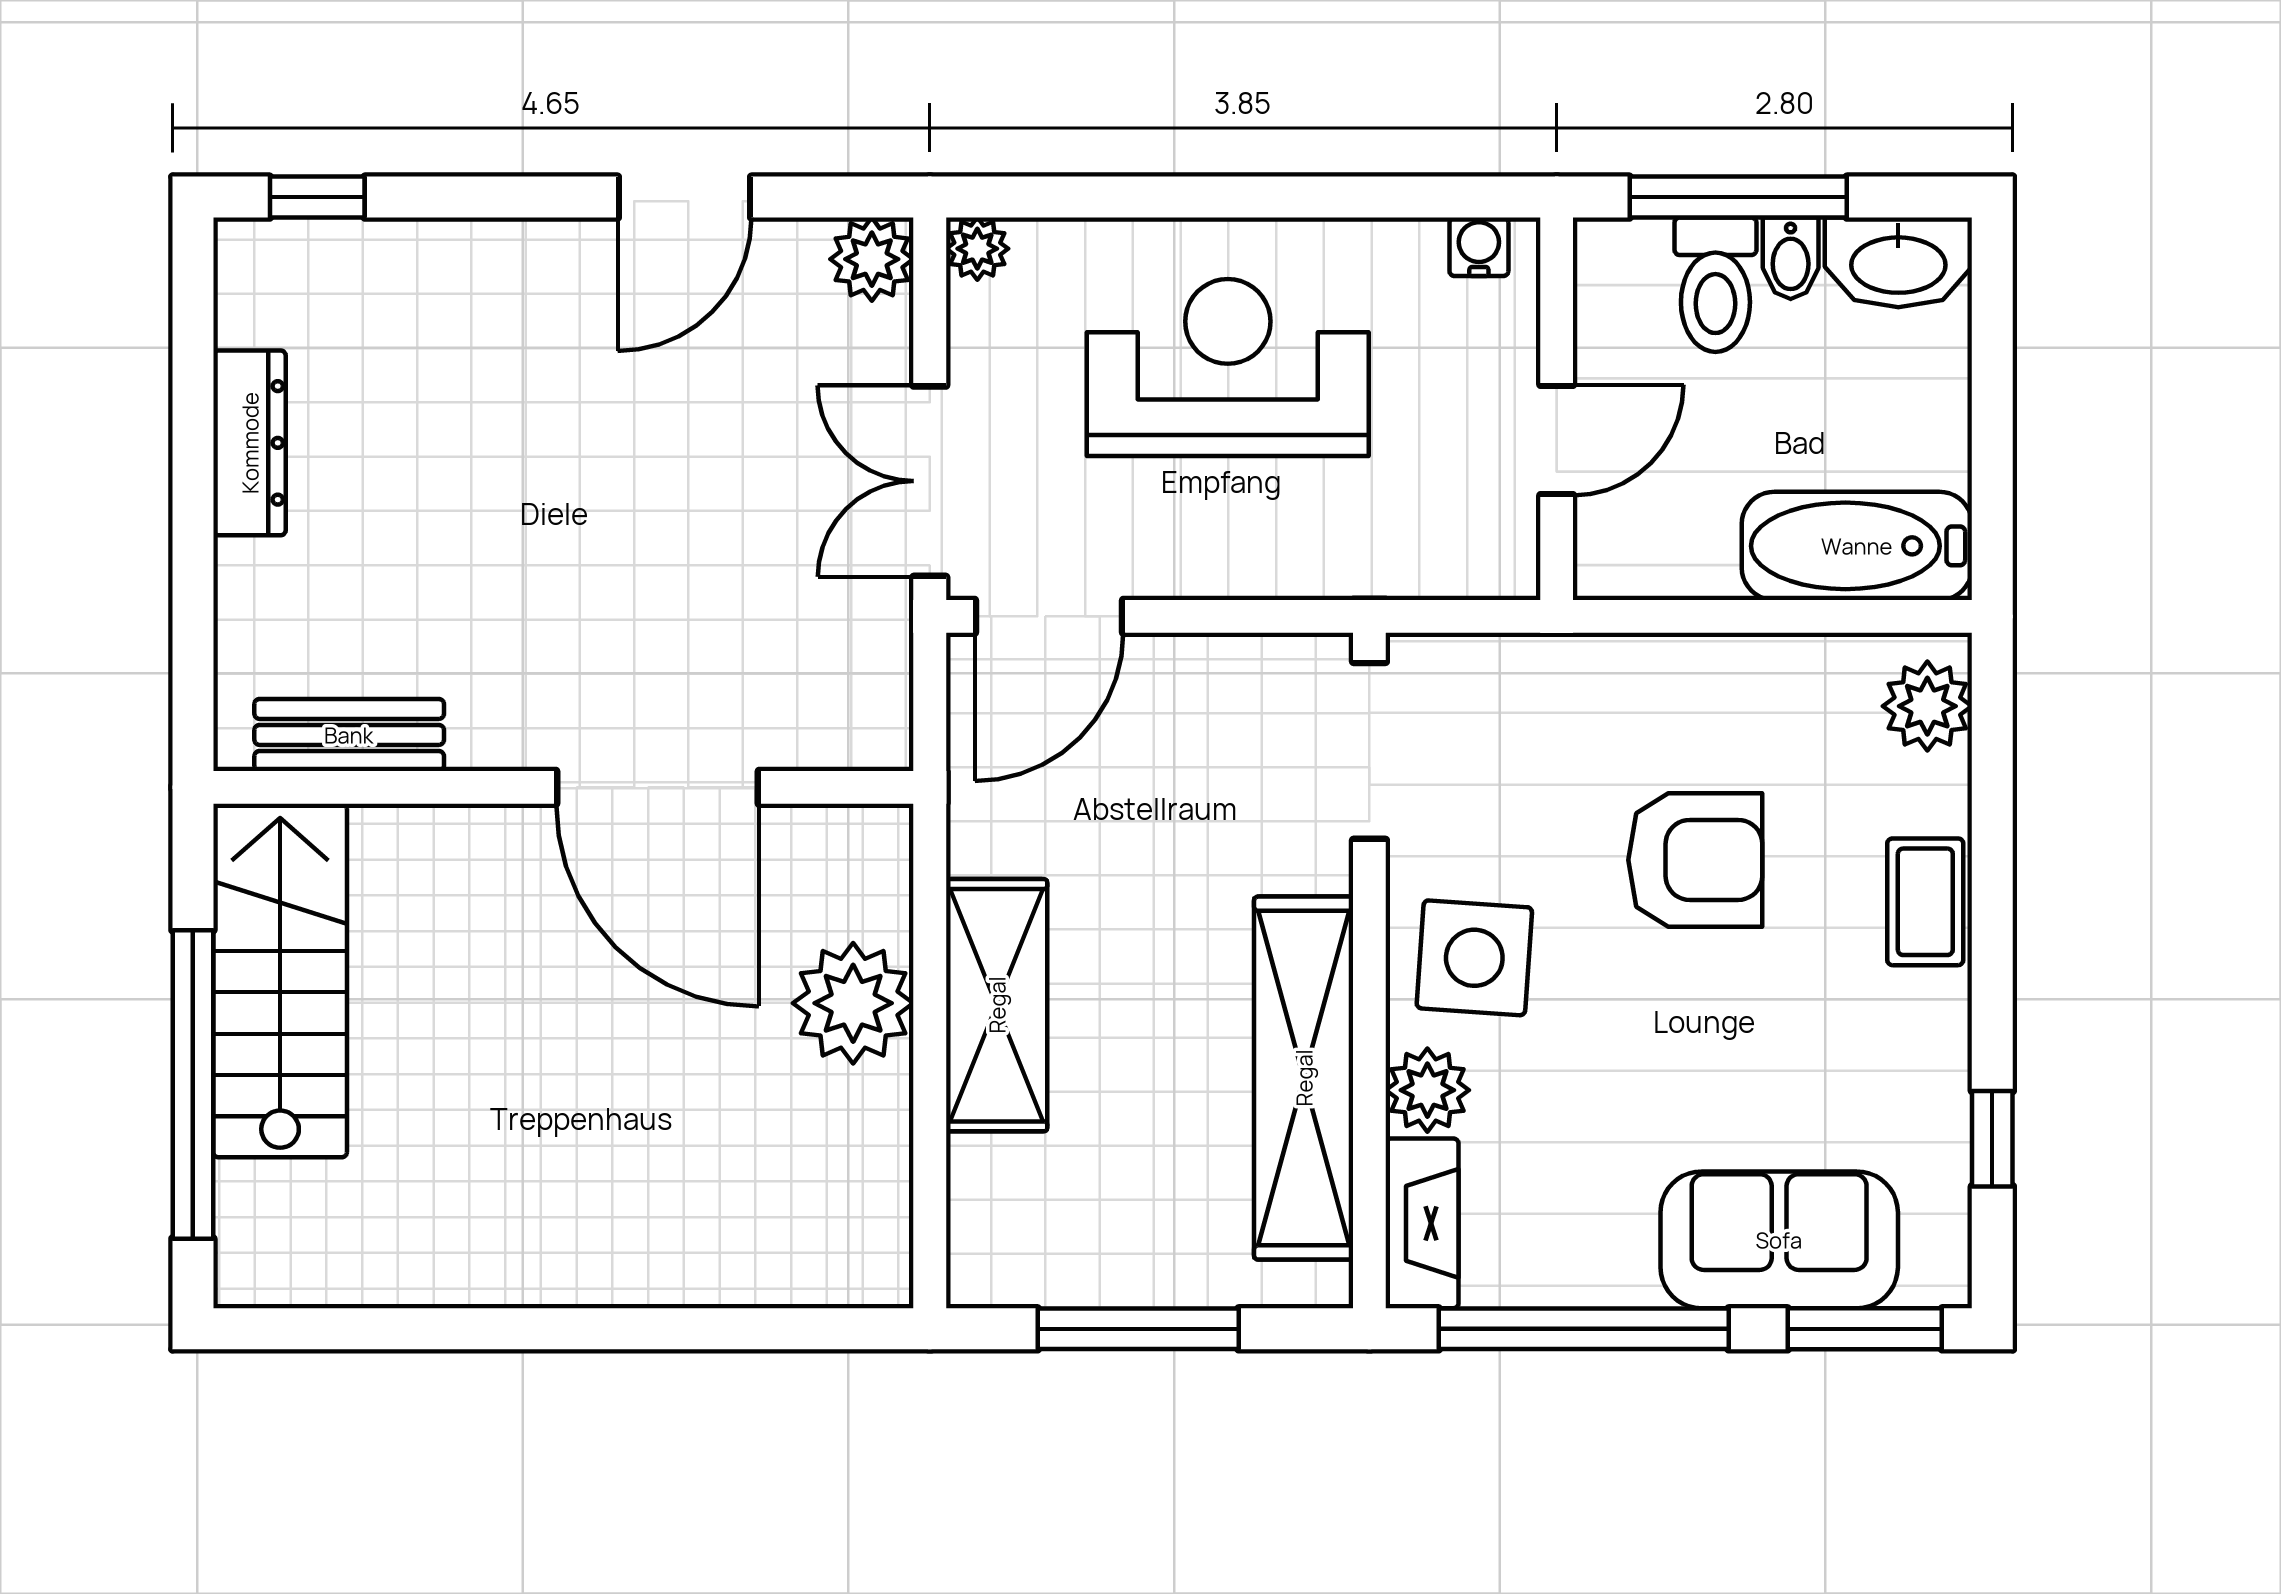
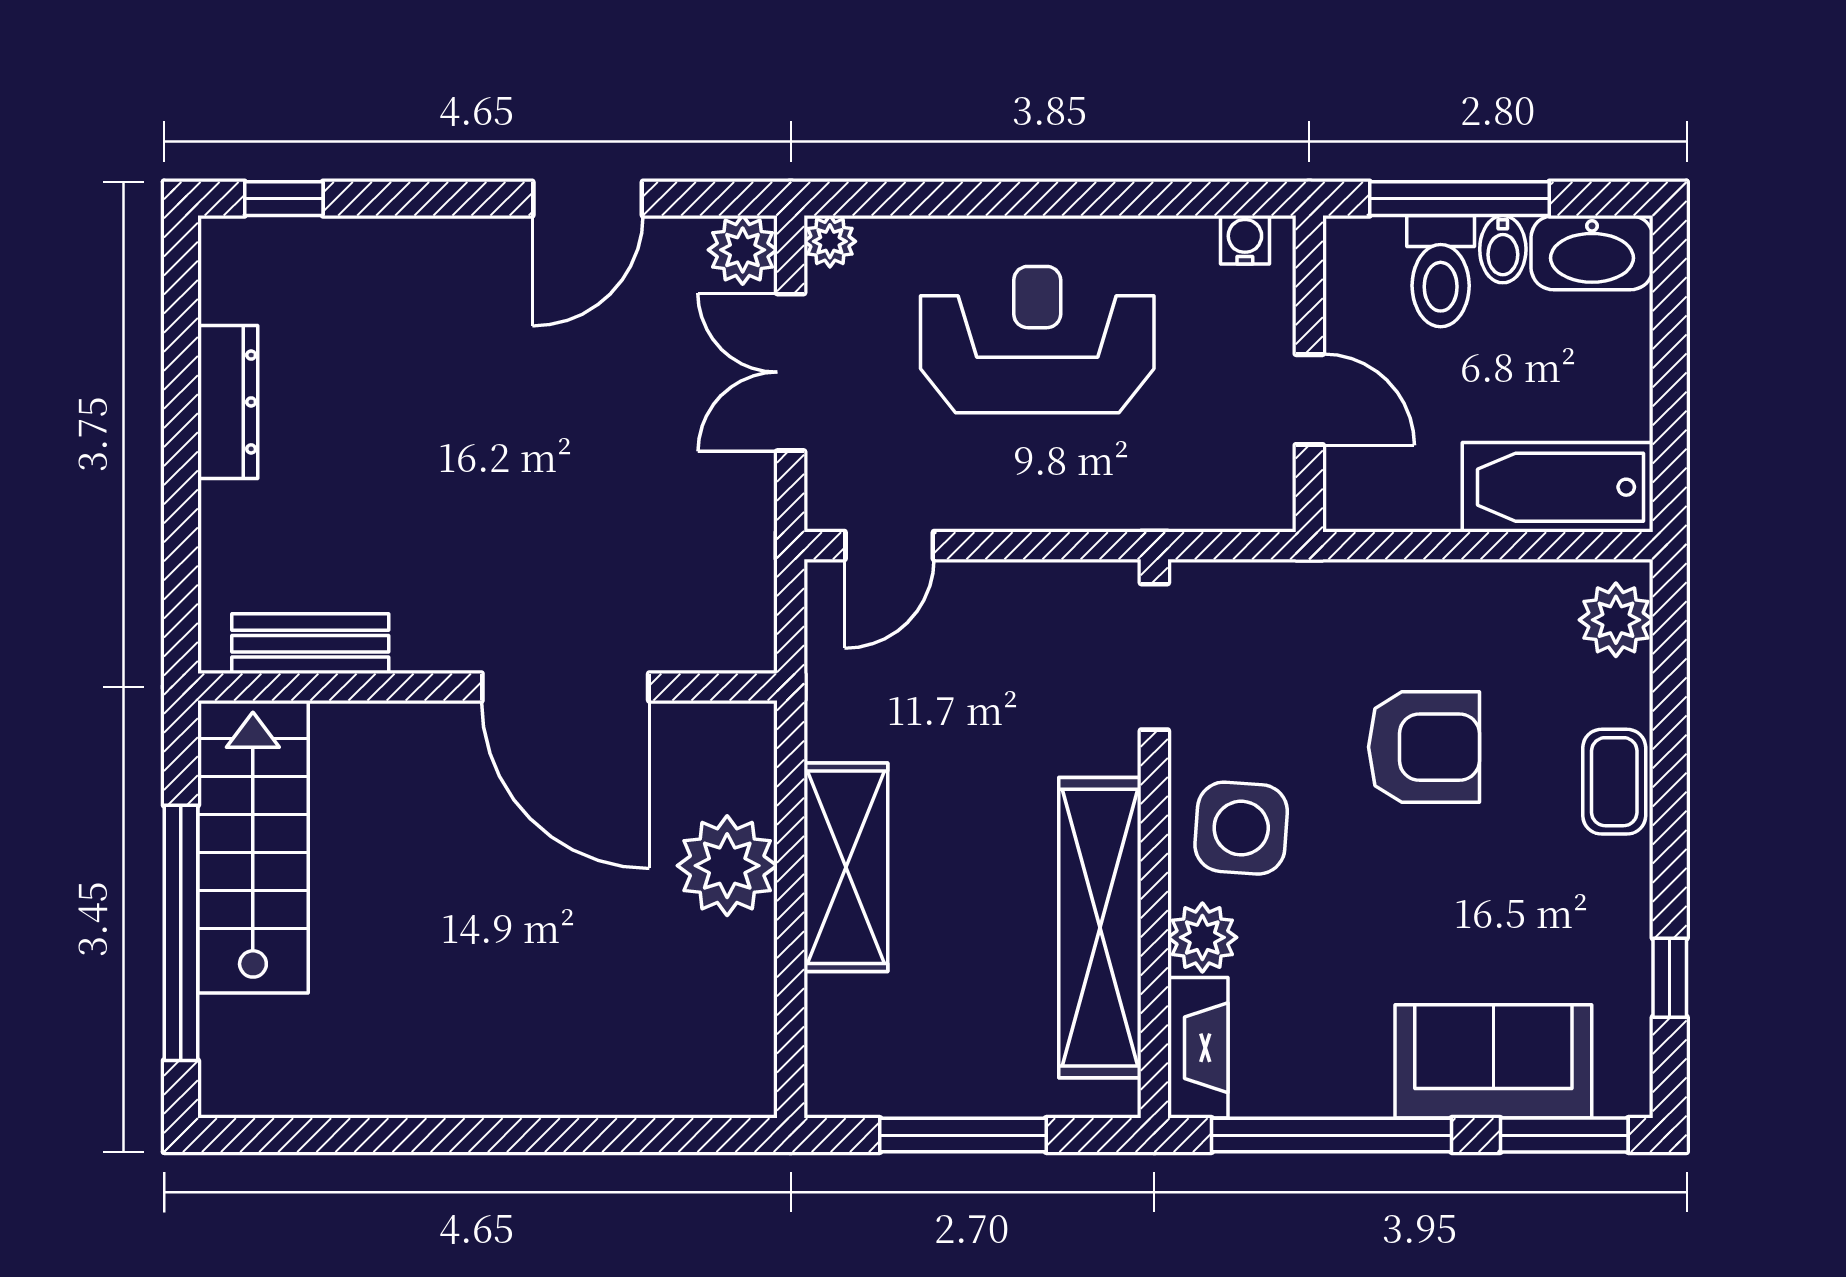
door: (1557, 440) -> (1309, 400), hinge flipped
double door: (930, 481) -> (791, 372), moved
door: (1049, 616) -> (889, 546), width x0.73

